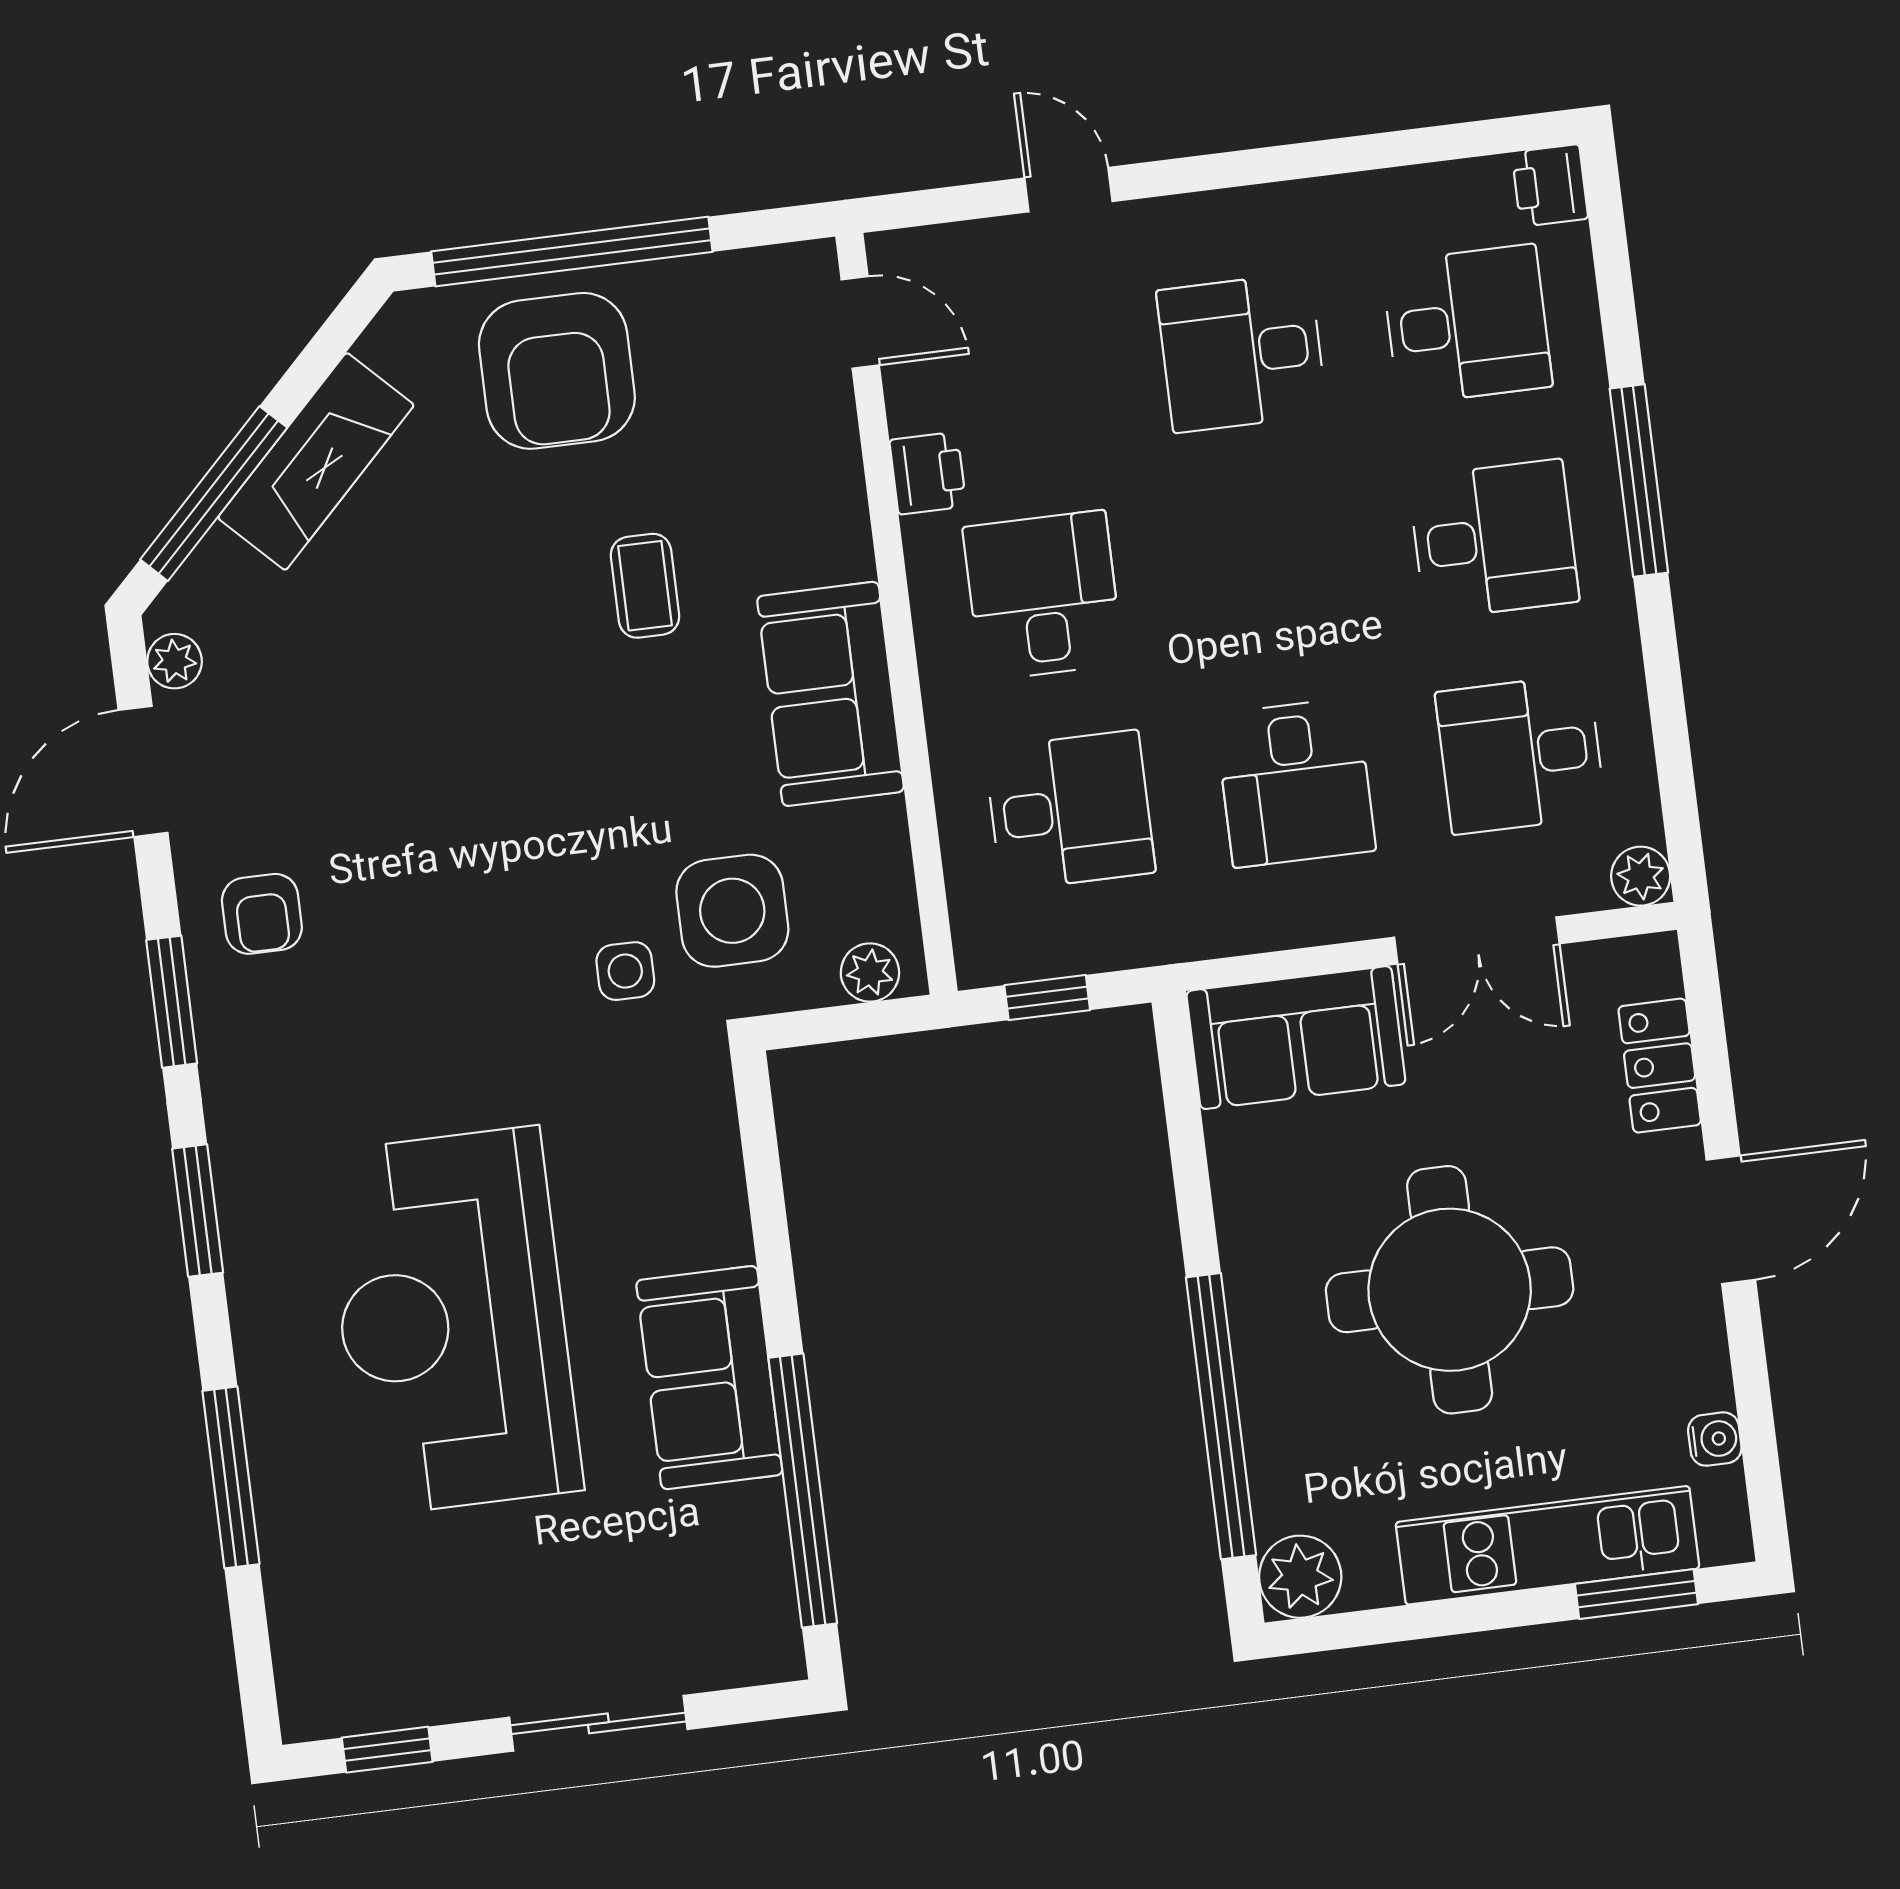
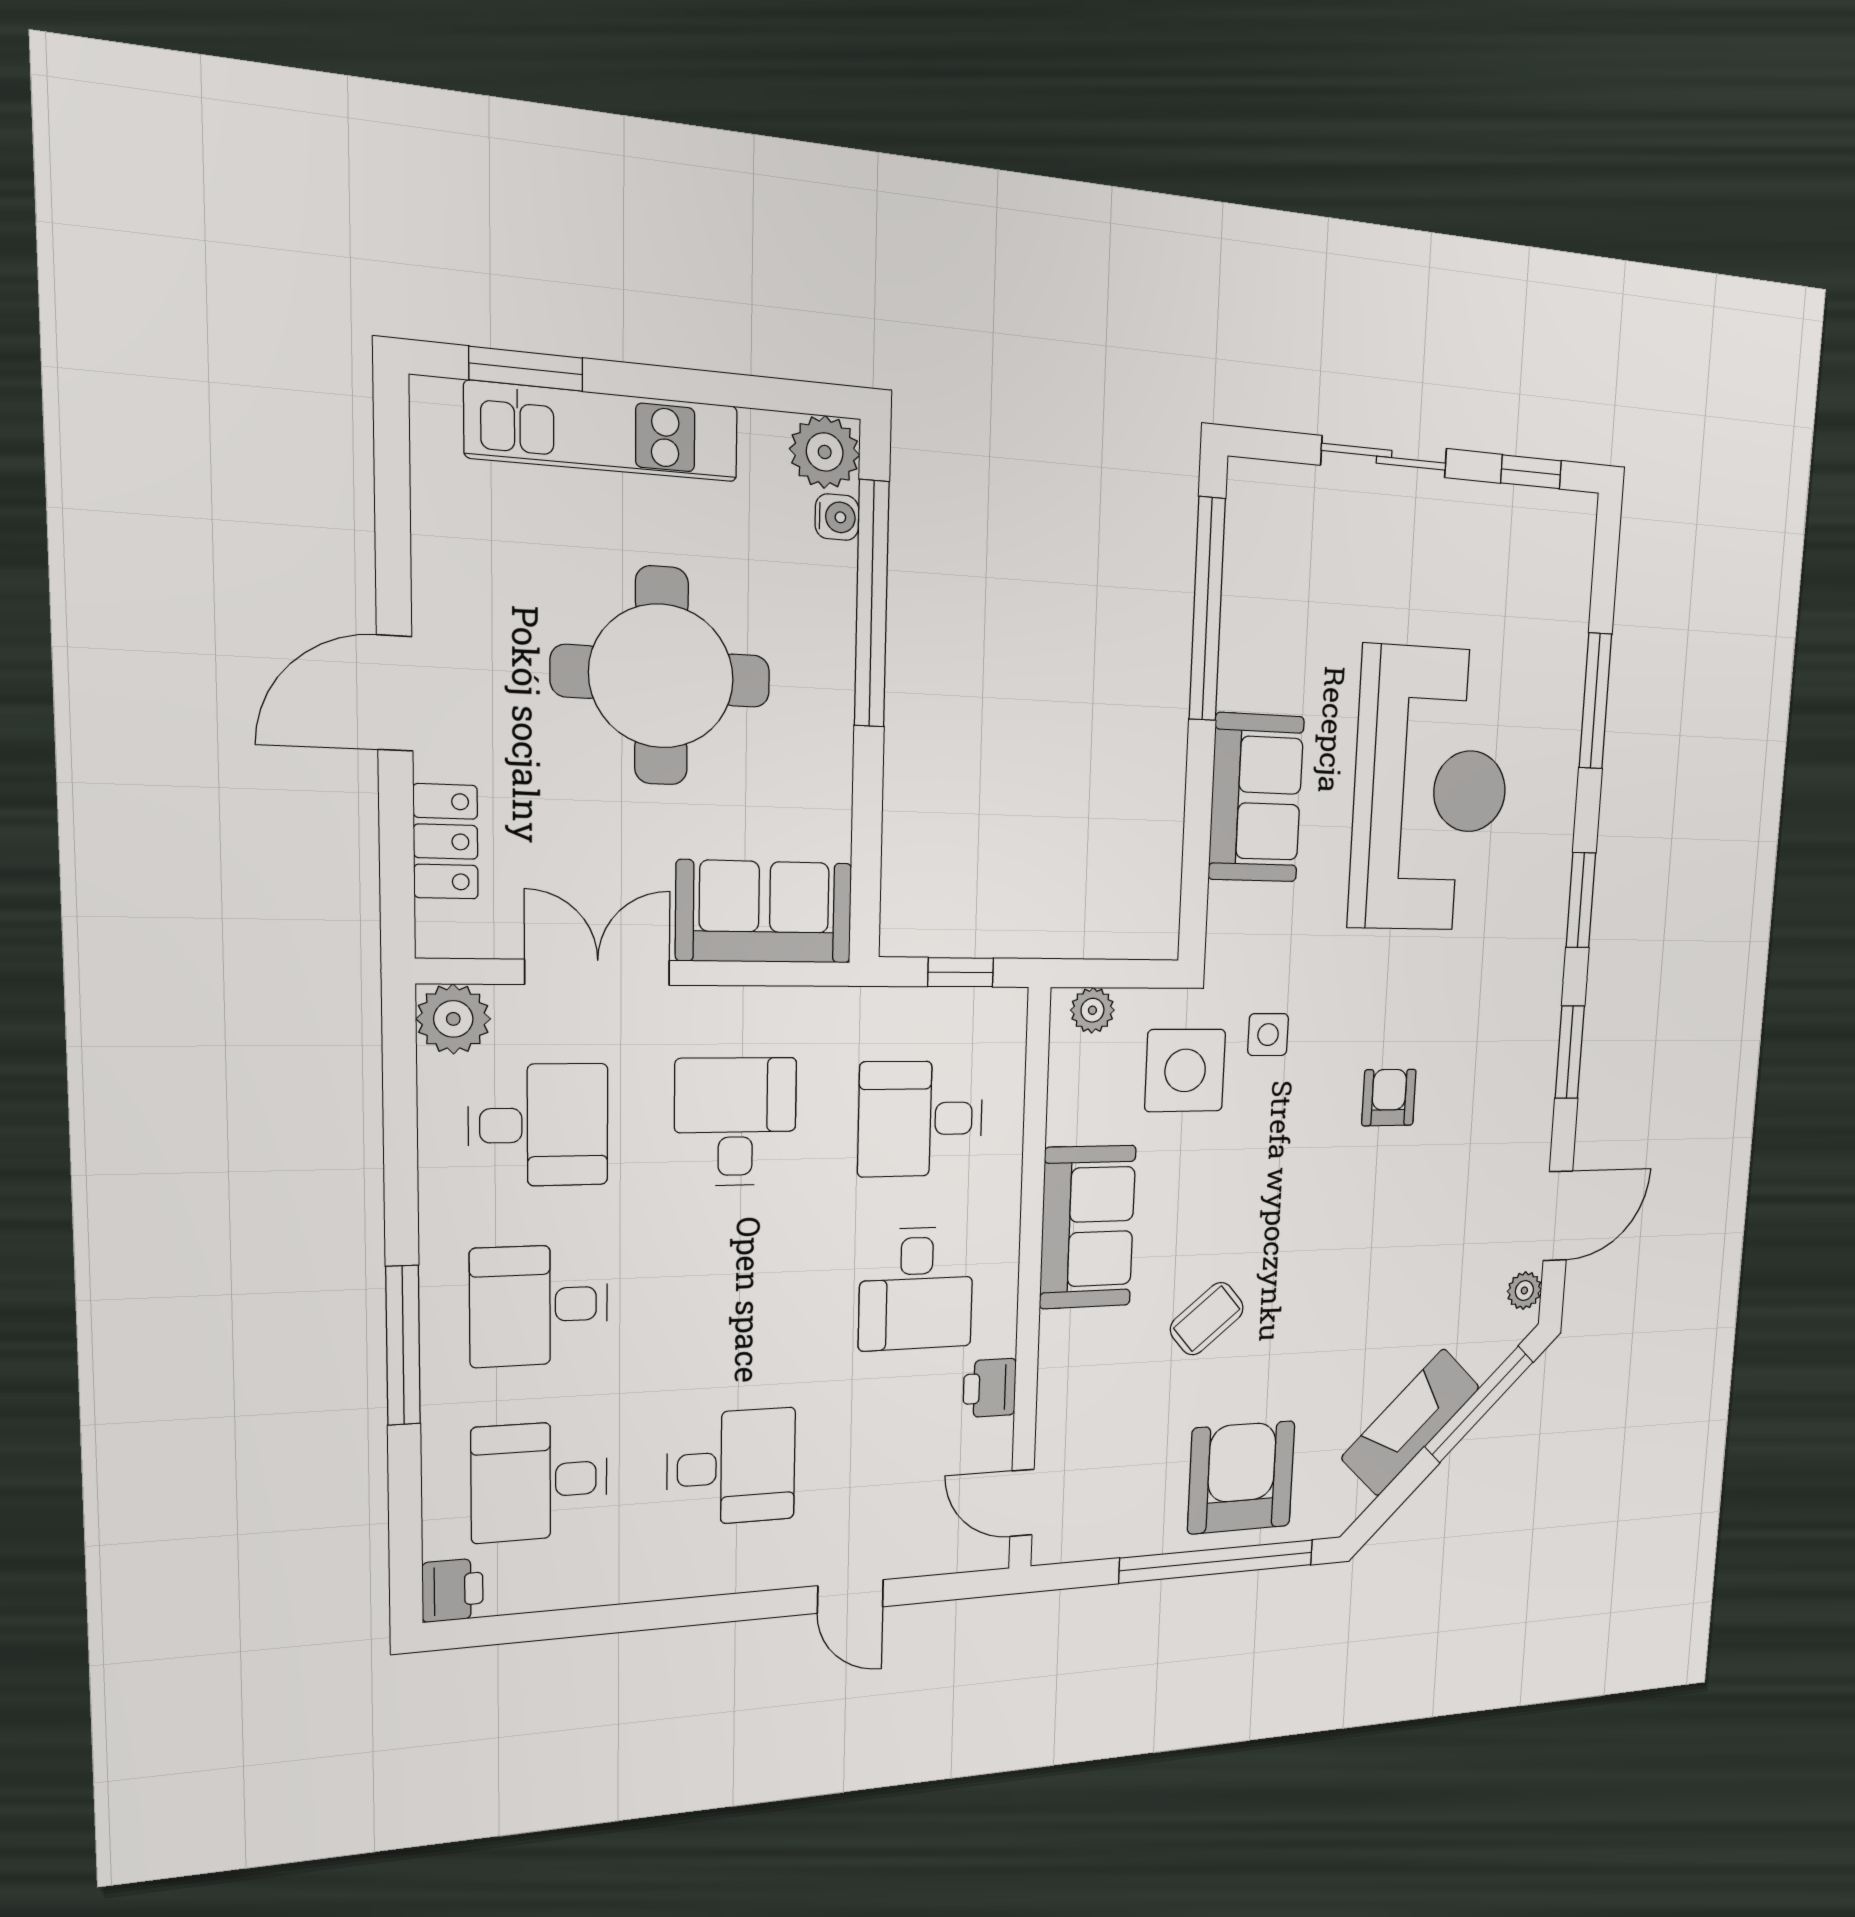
coffee table: (645, 586) -> (1207, 1319), turned 50
plant: (1641, 876) -> (453, 1019), width x1.38, depth x1.38
armchair: (262, 914) -> (1389, 1098), moved
sofa: (709, 1378) -> (1256, 798), moved
water cooler: (1715, 1439) -> (837, 517), moved, turned 180

